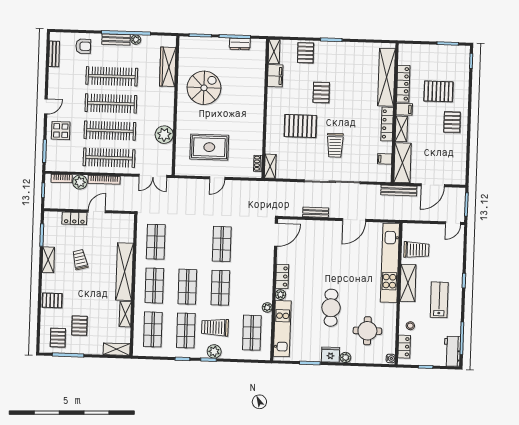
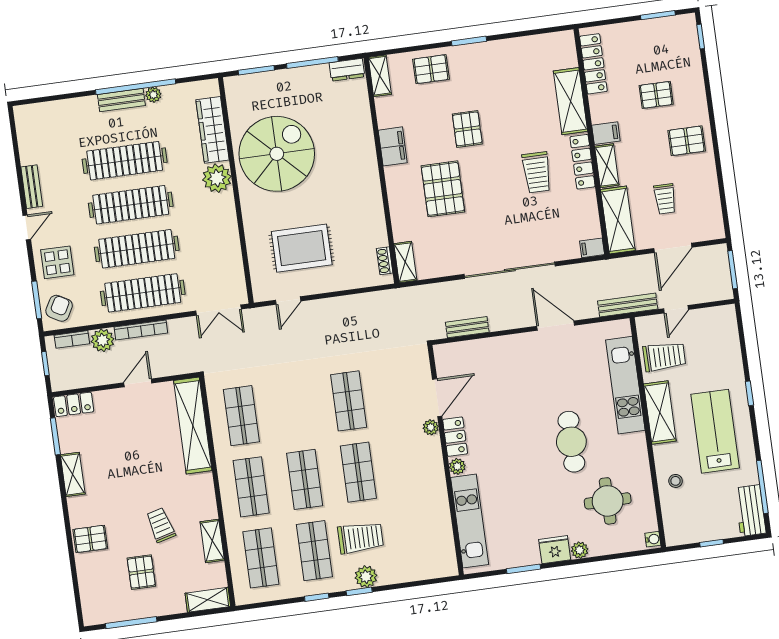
dresser: (240, 44) -> (347, 70), moved
armchair: (83, 46) -> (59, 308), moved, turned -61
pallet: (306, 53) -> (431, 69), turned 90
bench: (54, 54) -> (32, 187), moved
filing cabinet: (275, 76) -> (393, 146), moved
shelving: (386, 77) -> (570, 101), width x0.68
locker: (403, 84) -> (593, 64), moved
spiral stairs: (204, 88) -> (277, 154), width x1.37, depth x1.37
pallet: (438, 91) -> (656, 95), width x0.67, depth x0.71
pallet: (452, 122) -> (687, 141), turned 90
pallet: (300, 126) -> (443, 189), turned 90
plant: (164, 135) -> (217, 178), moved
trolley: (335, 145) -> (537, 172), moved
trolley: (433, 155) -> (665, 199), added
filing cabinet: (385, 159) -> (592, 248), moved
door: (217, 178) -> (288, 301), moved
bench: (399, 191) -> (628, 305), moved
bench: (316, 212) -> (467, 327), moved
locker: (74, 218) -> (74, 404), moved
door: (354, 220) -> (556, 326), swing flipped
door: (453, 223) -> (676, 309), moved
door: (276, 235) -> (437, 398), moved
trolley: (80, 260) -> (161, 525), moved
kitchen unit: (390, 263) -> (625, 385), width x0.73
shelving: (125, 272) -> (193, 425), moved
lab bench: (439, 300) -> (715, 431), width x1.36, depth x1.39
plant: (267, 307) -> (431, 427), moved
cafe table: (331, 308) -> (571, 442), moved
trolley: (215, 327) -> (361, 538), turned 180
shop shelf: (252, 333) -> (422, 536), removed
pallet: (58, 338) -> (110, 597), removed
locker: (404, 347) -> (671, 516), removed

